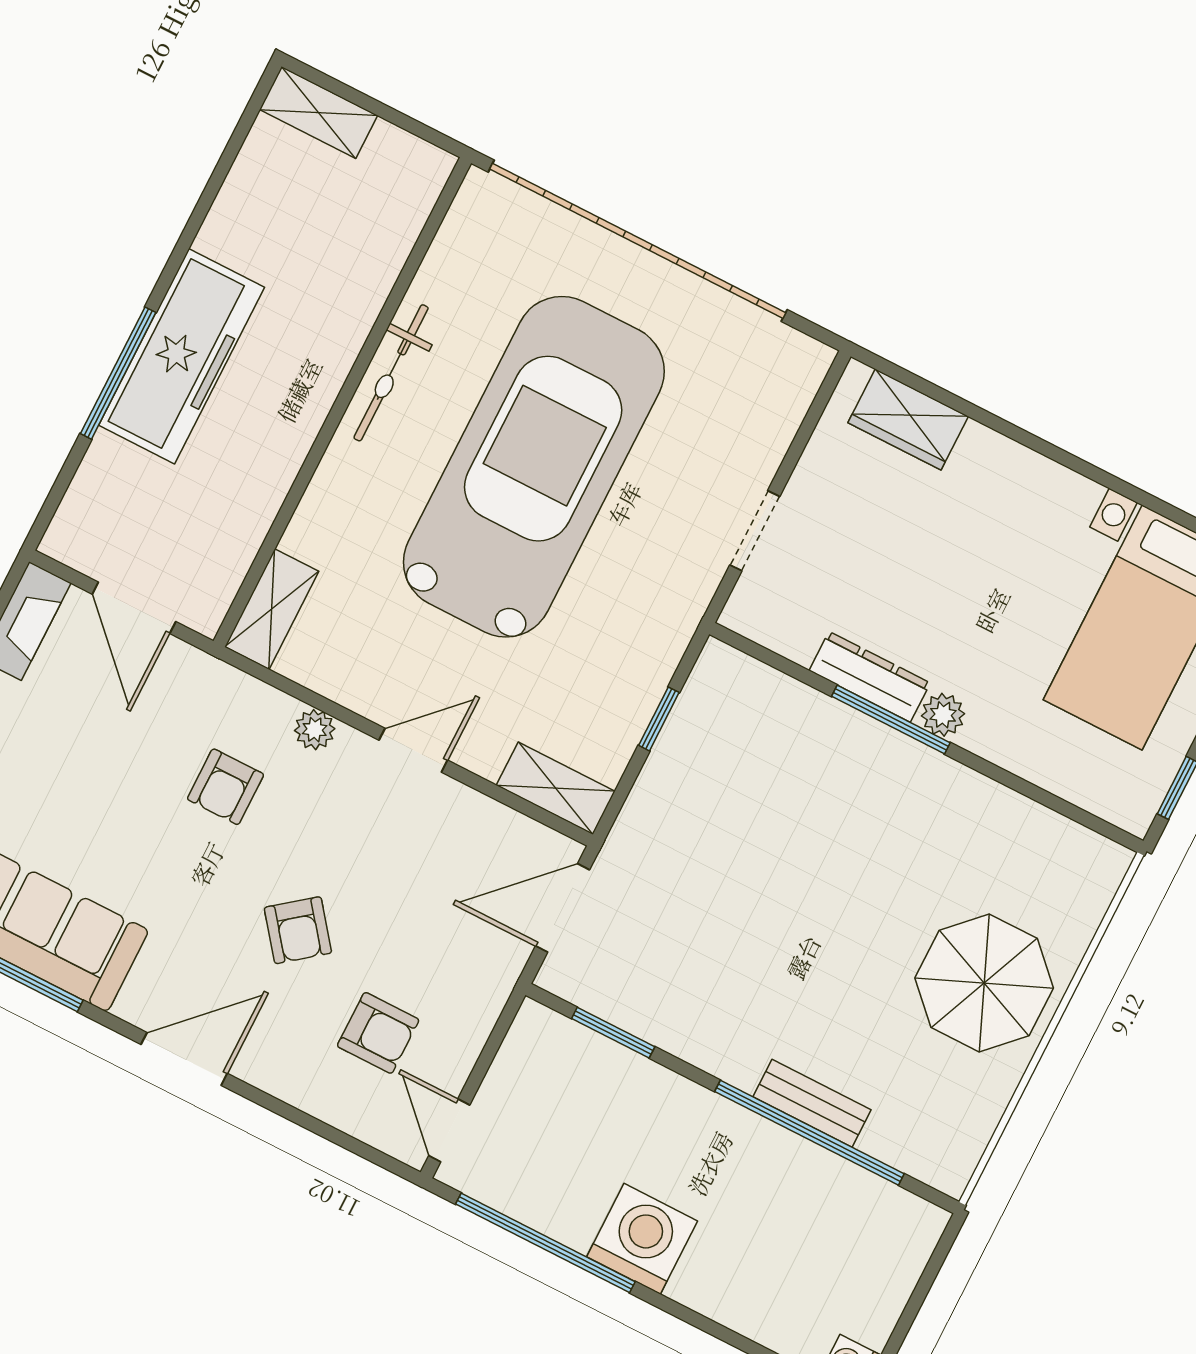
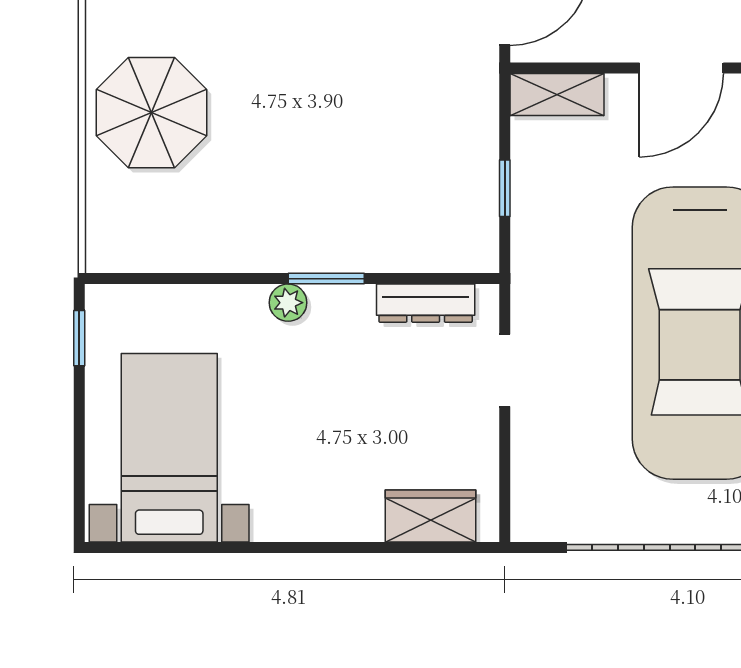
dresser: (870, 677) -> (426, 303), moved
window: (891, 720) -> (326, 279), width x0.69
door: (413, 750) -> (681, 68), width x1.38

